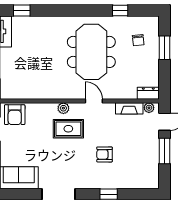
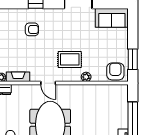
plant: (63, 108) -> (86, 77), moved
armchair: (105, 154) -> (32, 29), moved

